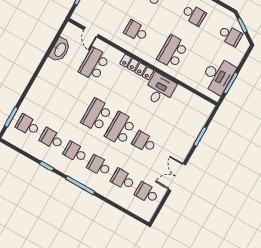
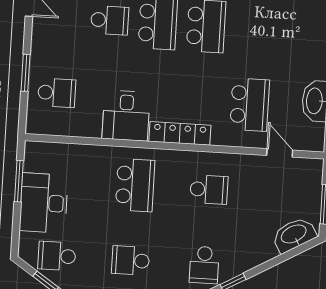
desk: (218, 76) -> (44, 203), moved
school desk: (189, 118) -> (57, 93), added

